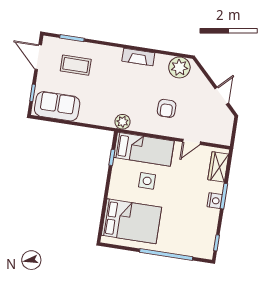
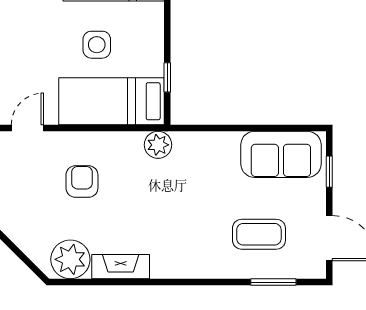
fireplace: (138, 57) -> (121, 267), moved

